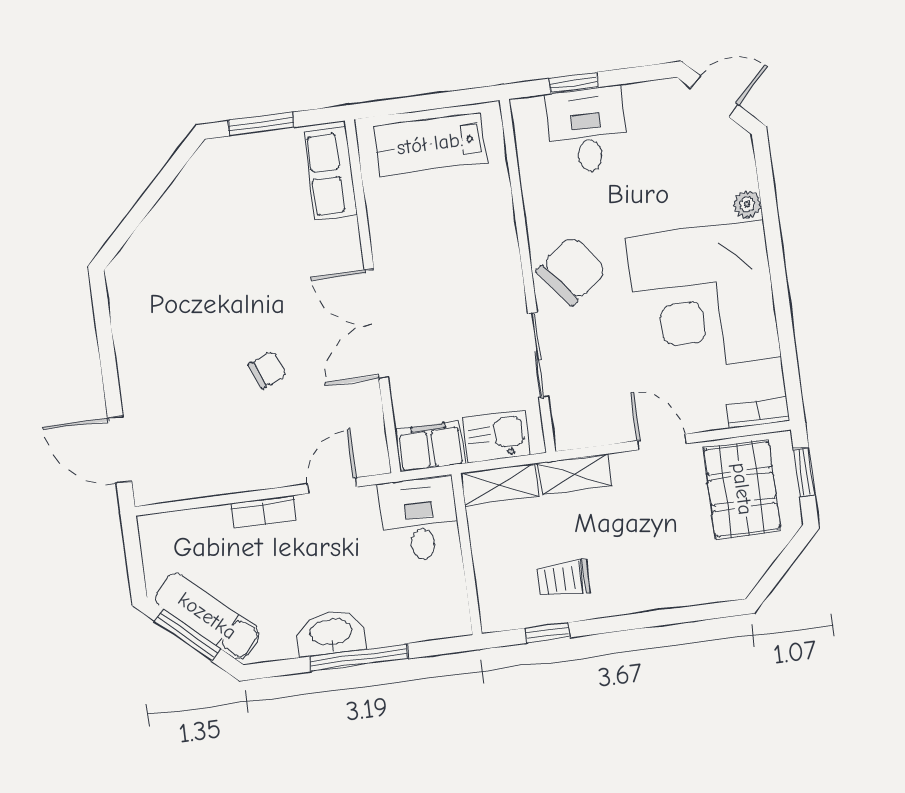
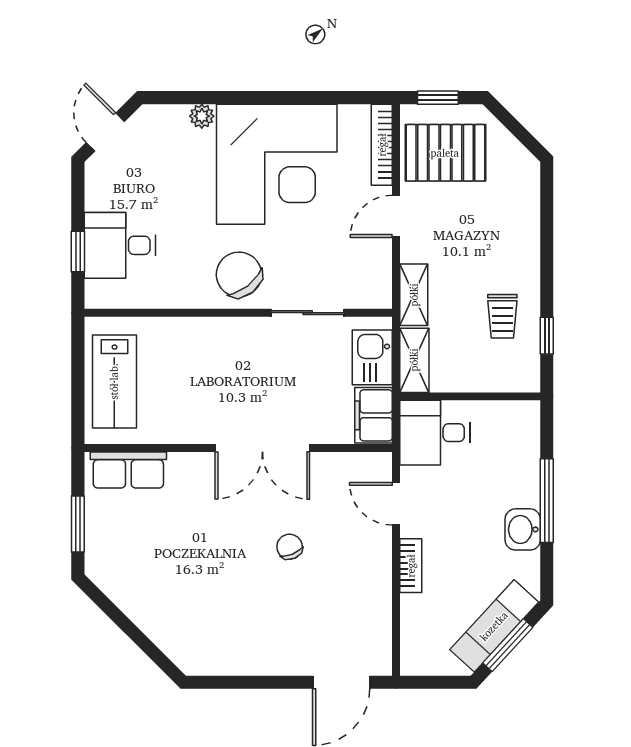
bookcase: (758, 413) -> (382, 145), width x1.56
washbasin: (331, 633) -> (523, 529), width x0.72

